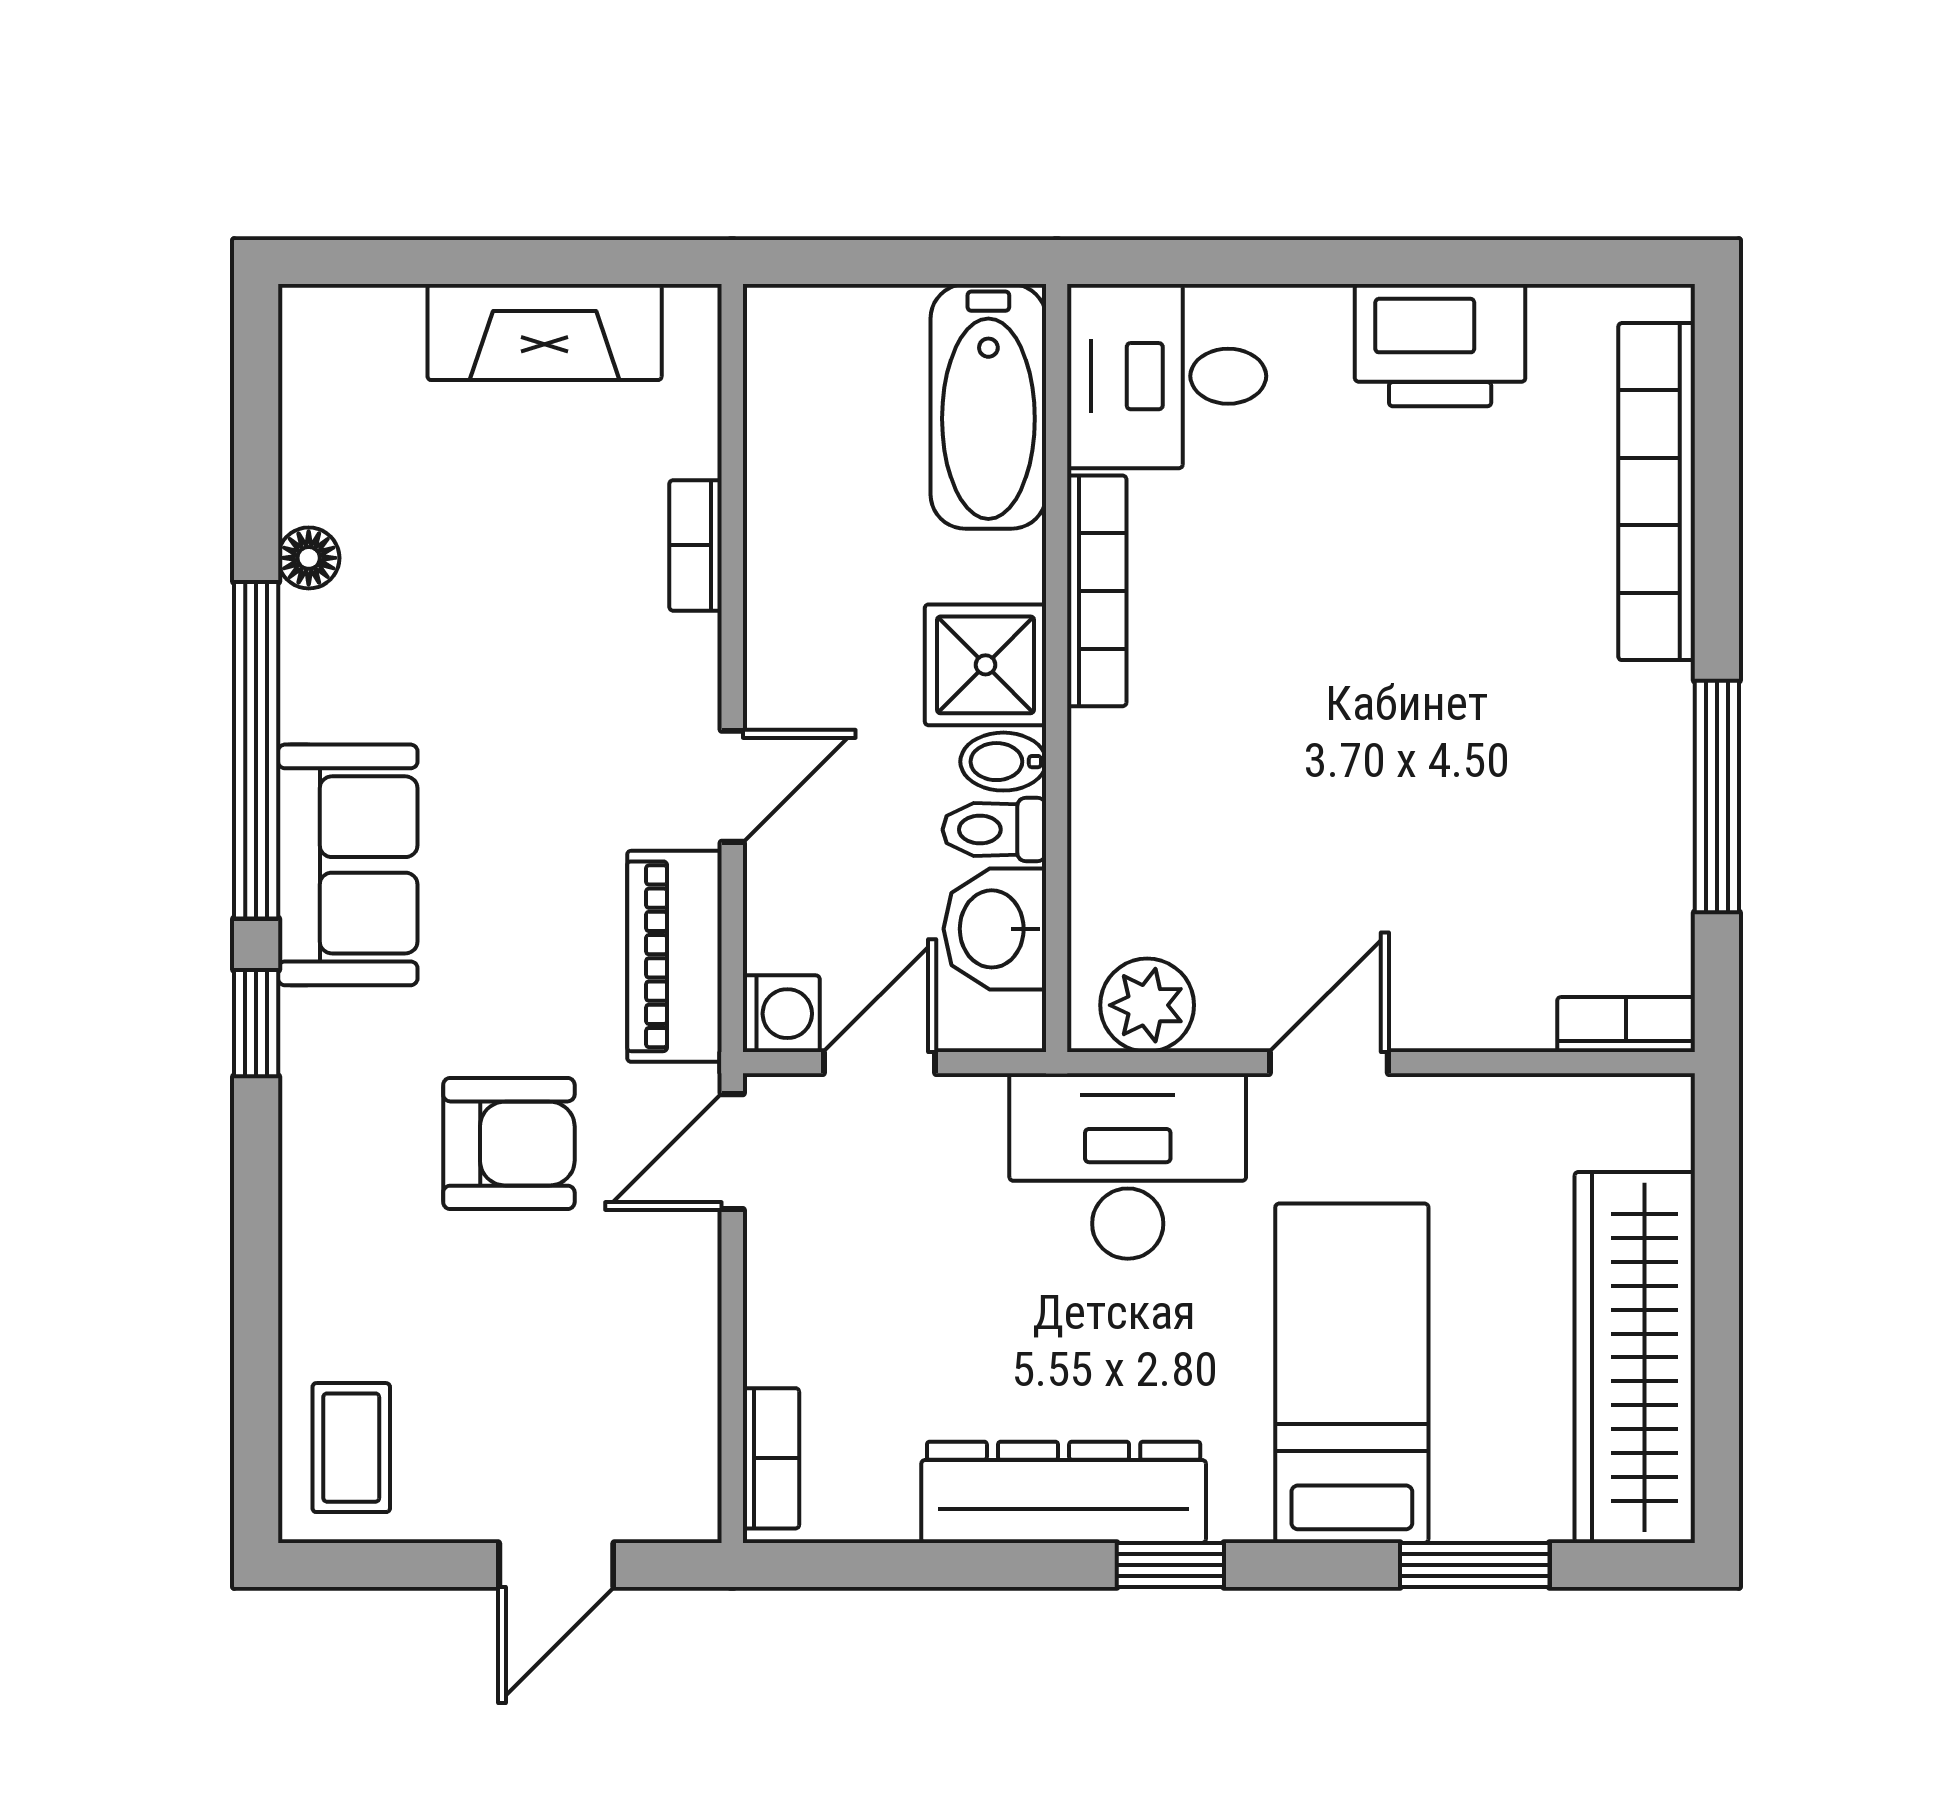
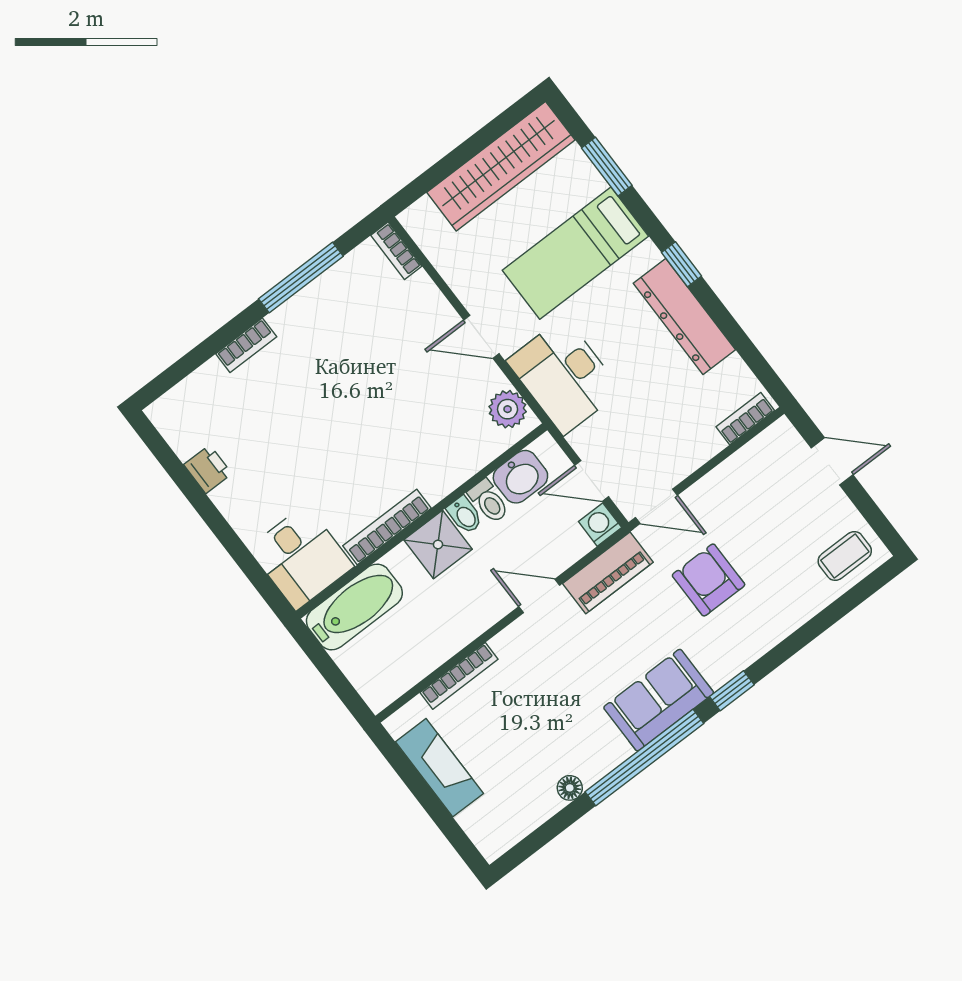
printer: (1440, 345) -> (208, 469), width x0.53, depth x0.68
bookcase: (1657, 492) -> (246, 345), width x0.43, depth x0.76
bookcase: (696, 545) -> (459, 676), width x1.56

